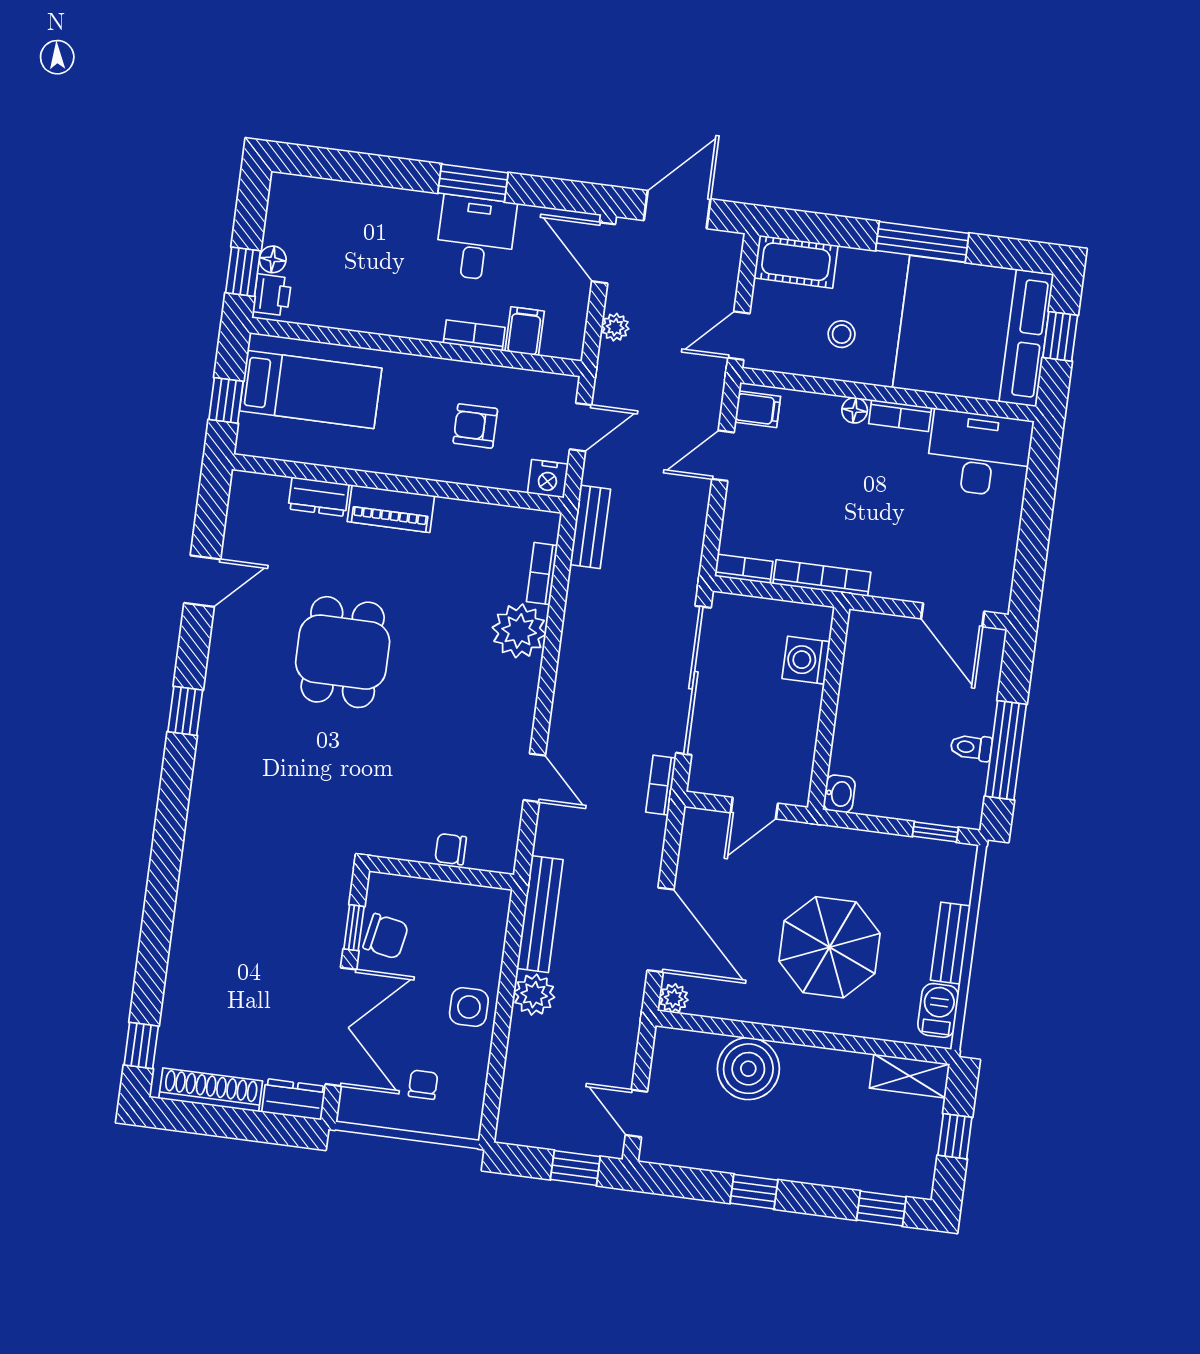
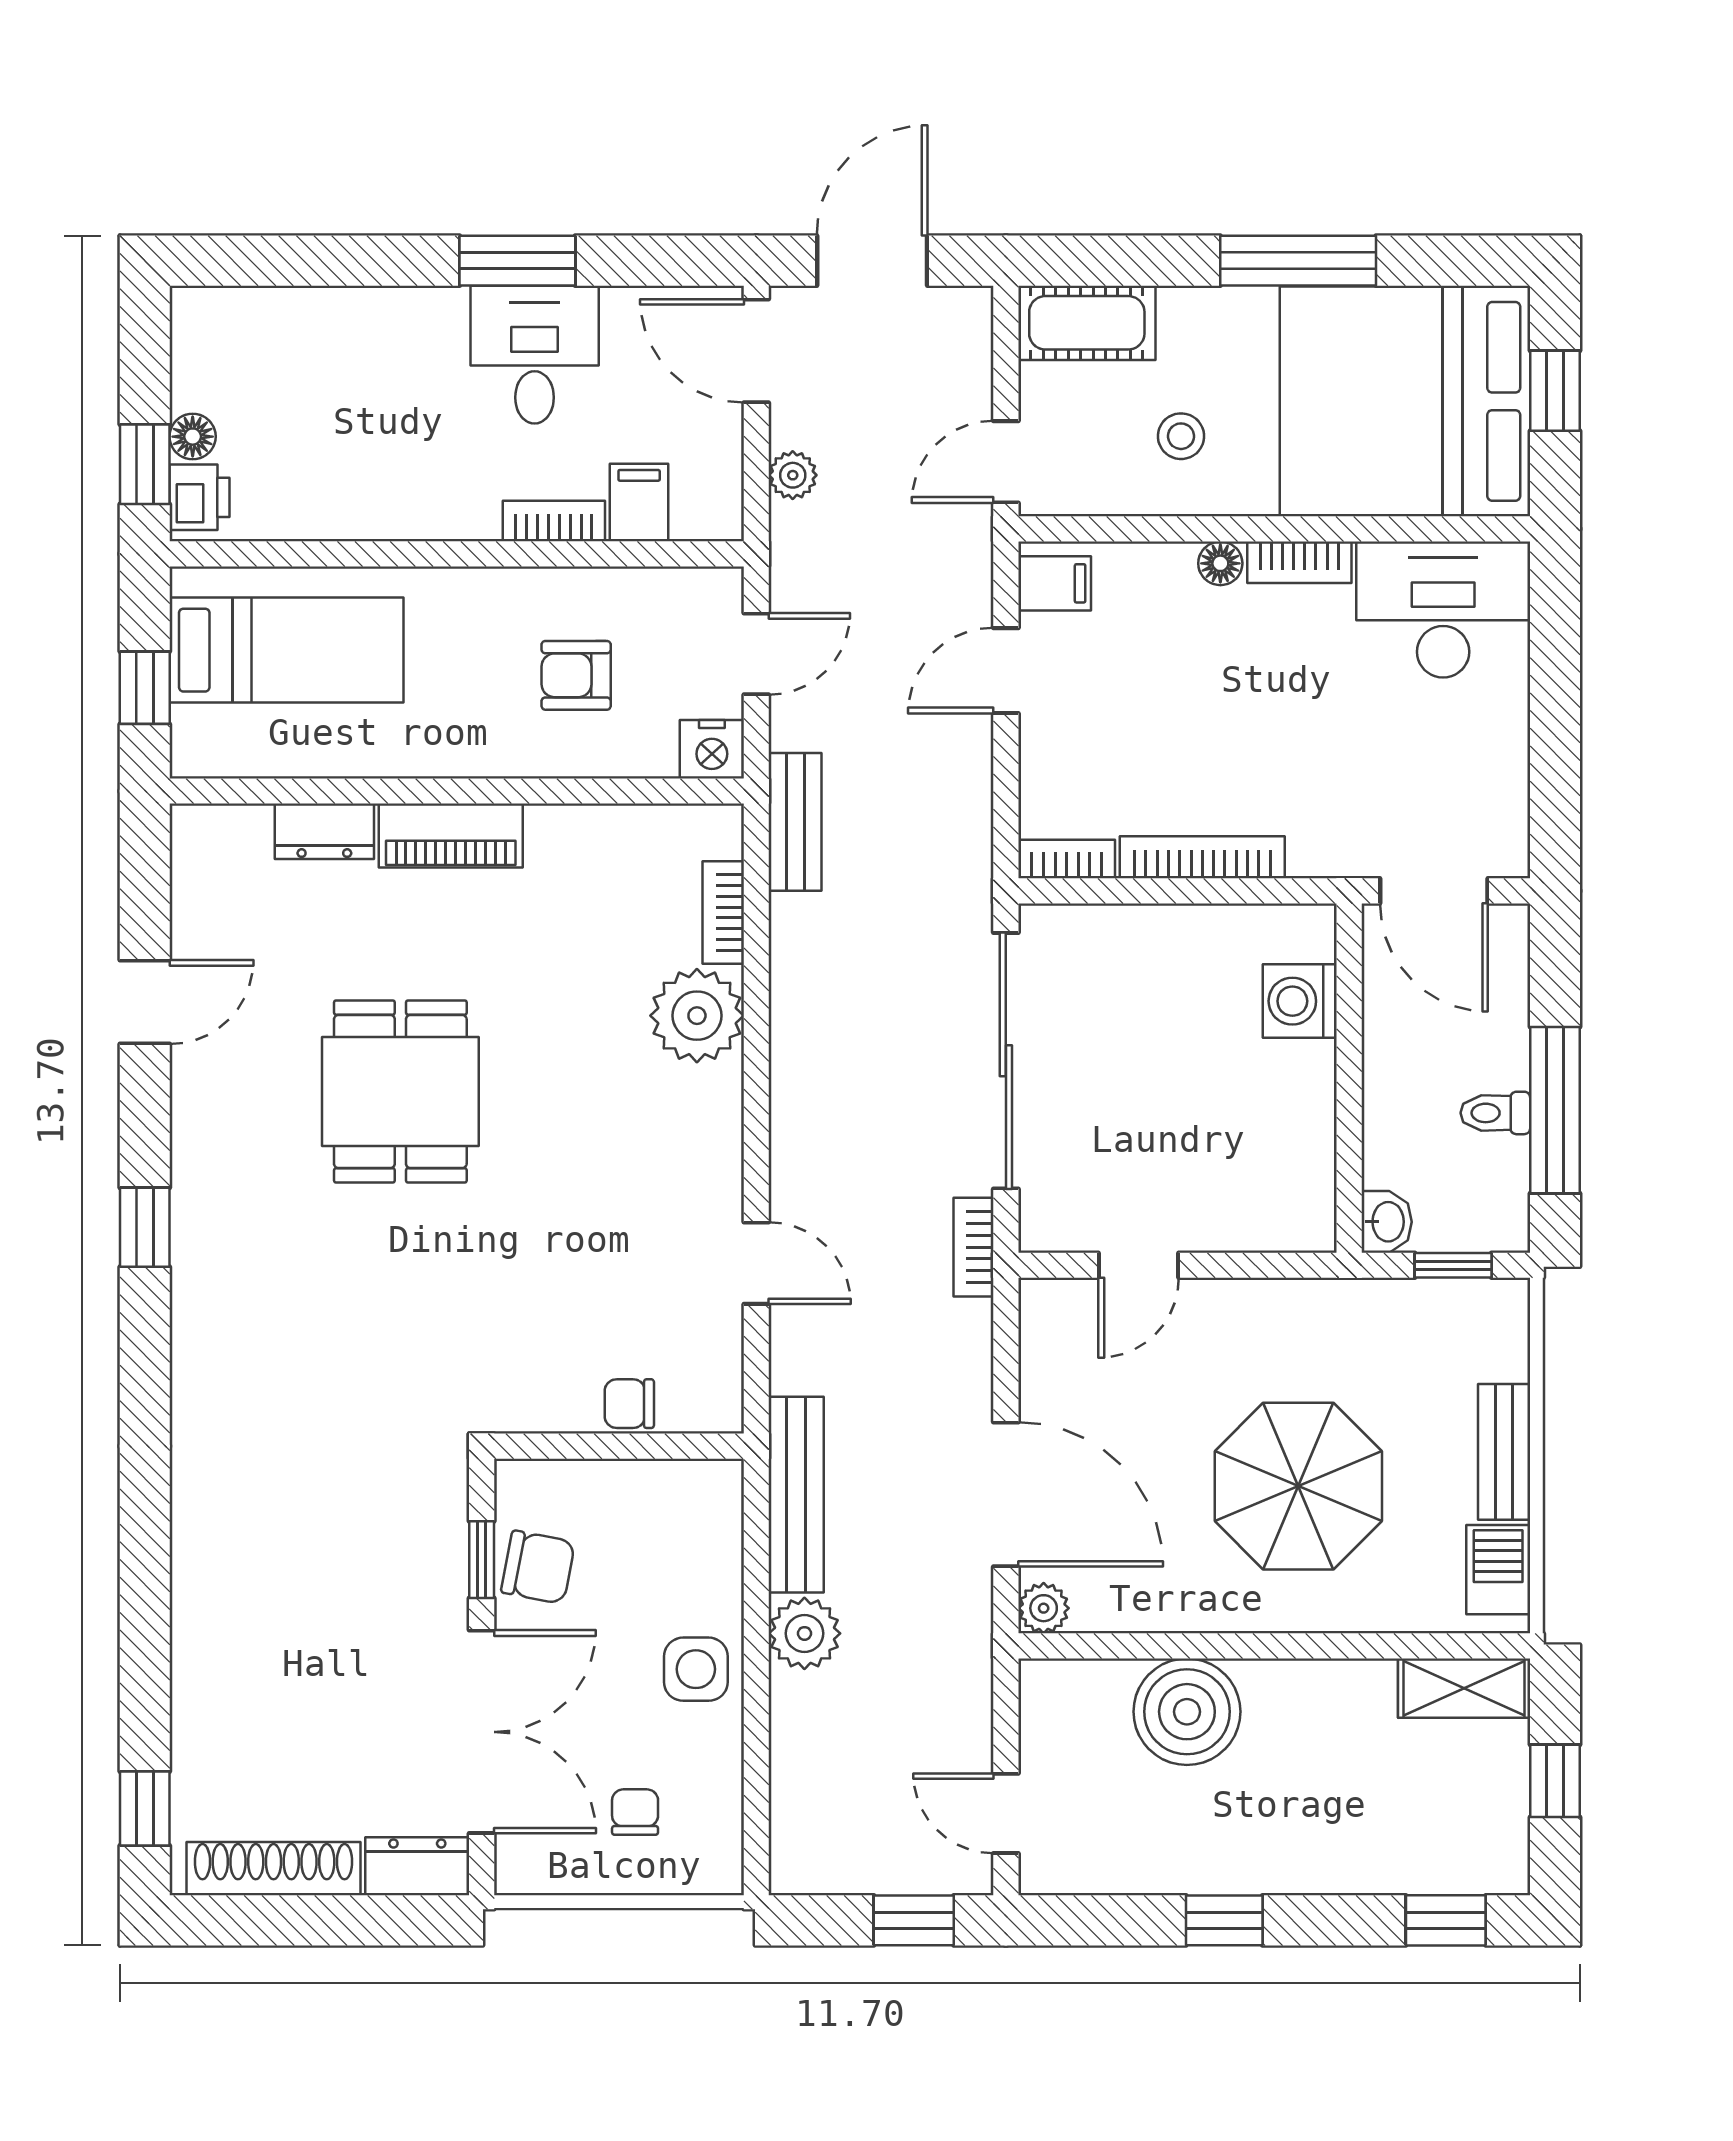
washing machine: (806, 660) -> (1300, 1001), moved
wall: (829, 708) -> (1349, 1078), moved
washbasin: (839, 794) -> (1387, 1222), moved

